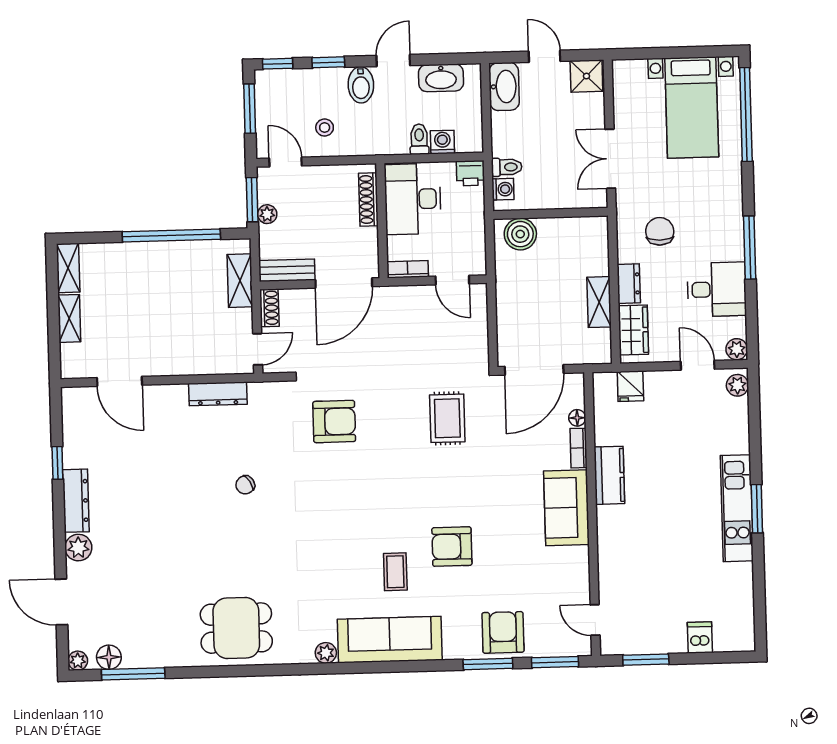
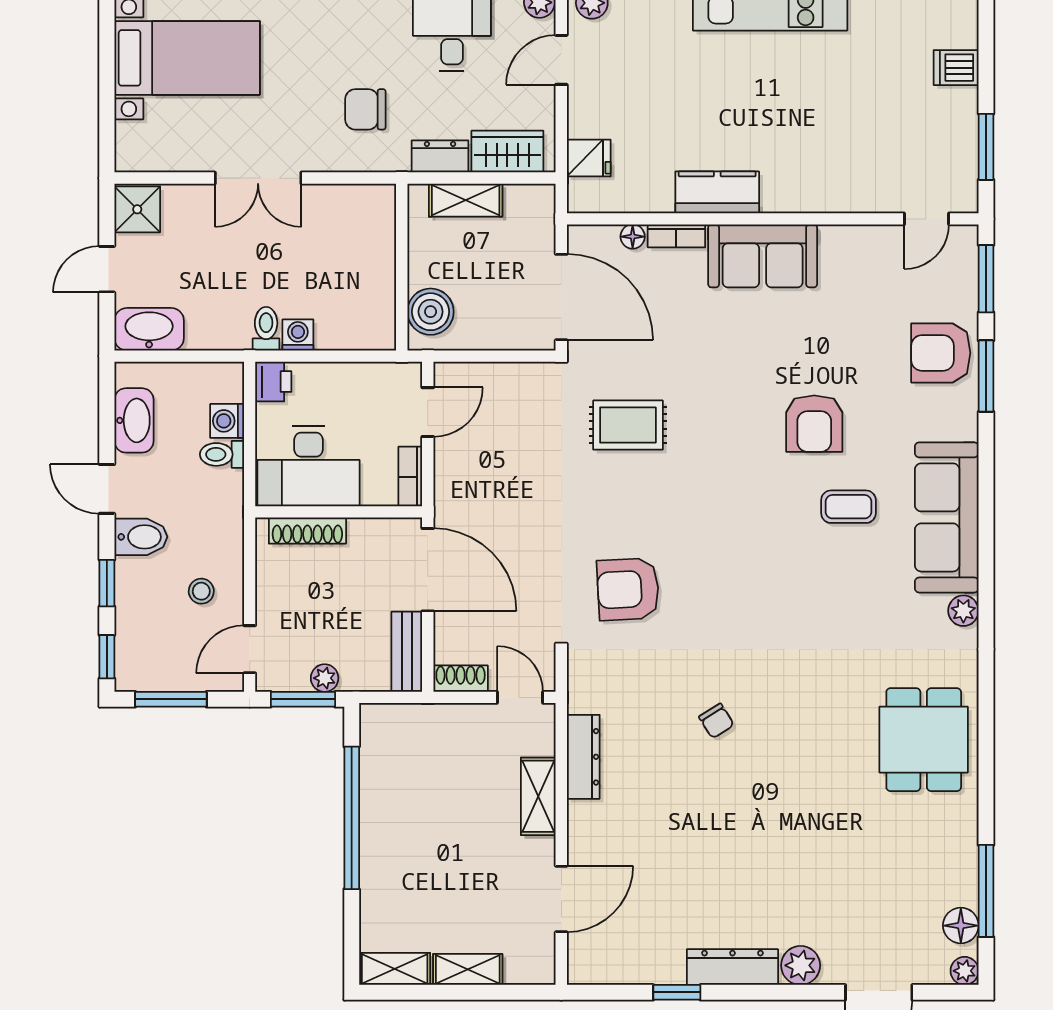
wall: (550, 213) -> (402, 267), moved
boiler: (520, 234) -> (431, 312), moved
shelving: (240, 281) -> (538, 796), moved, turned 90
armchair: (334, 422) -> (628, 589), turned -93

